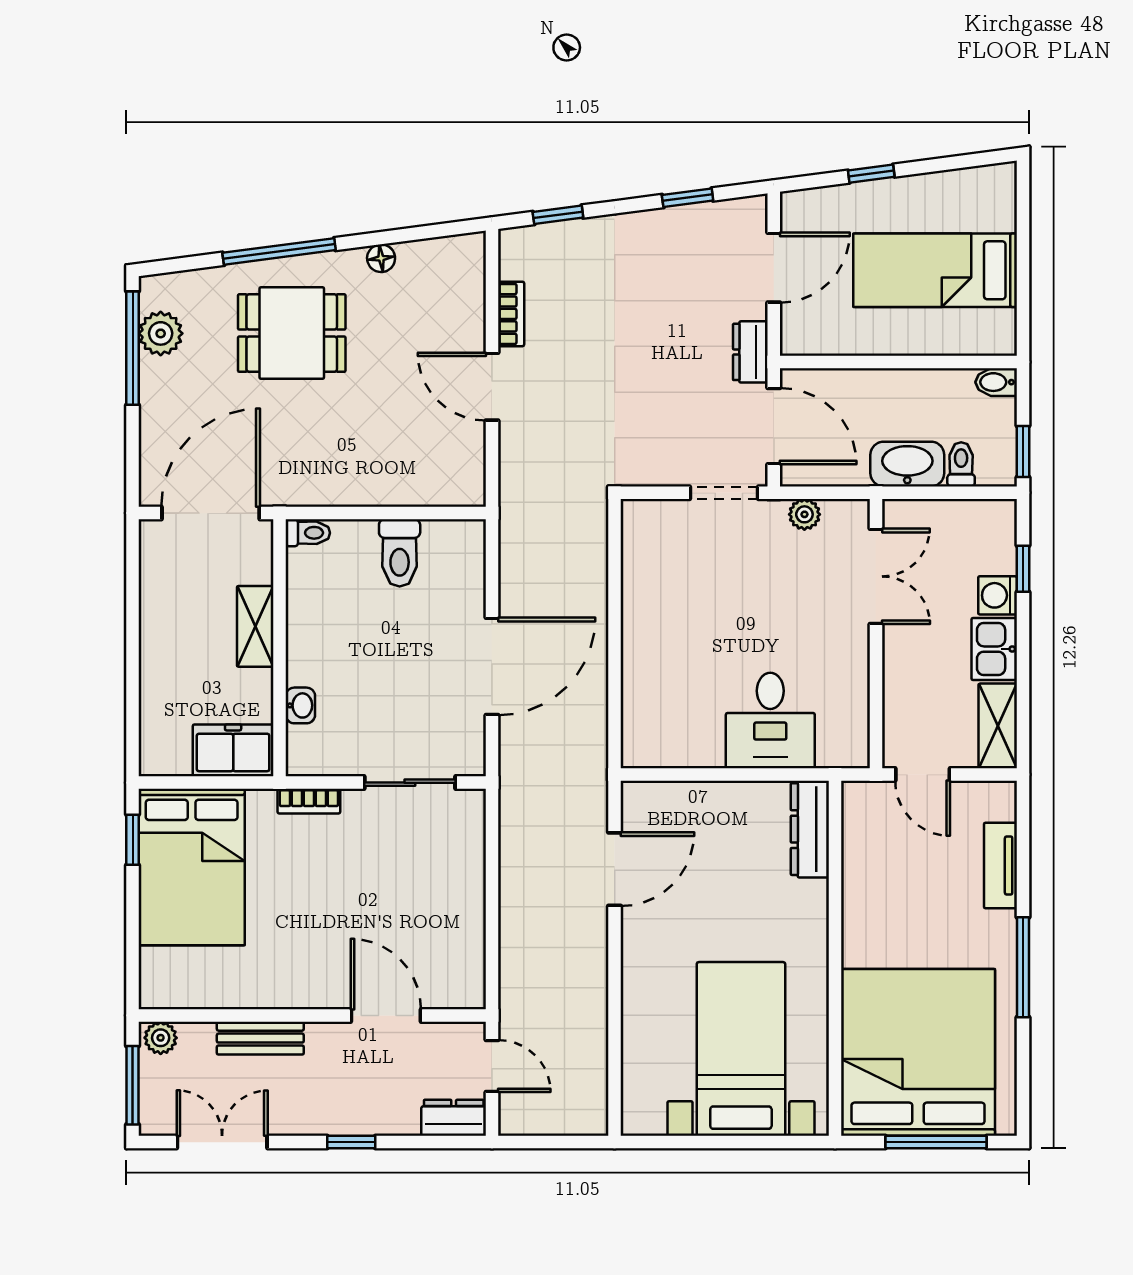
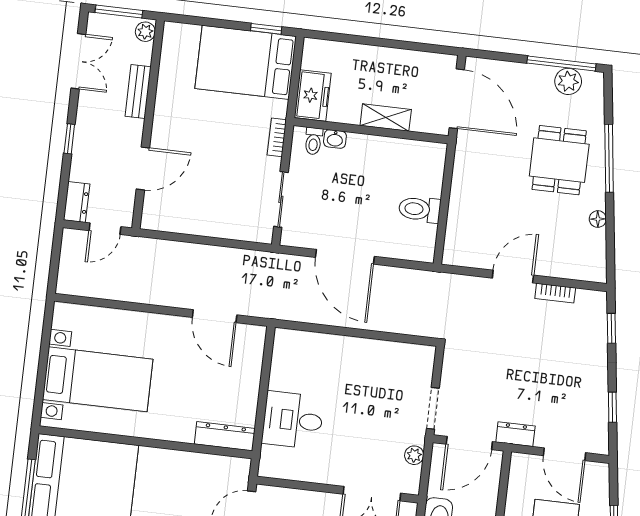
toilet: (308, 533) -> (313, 141), moved

